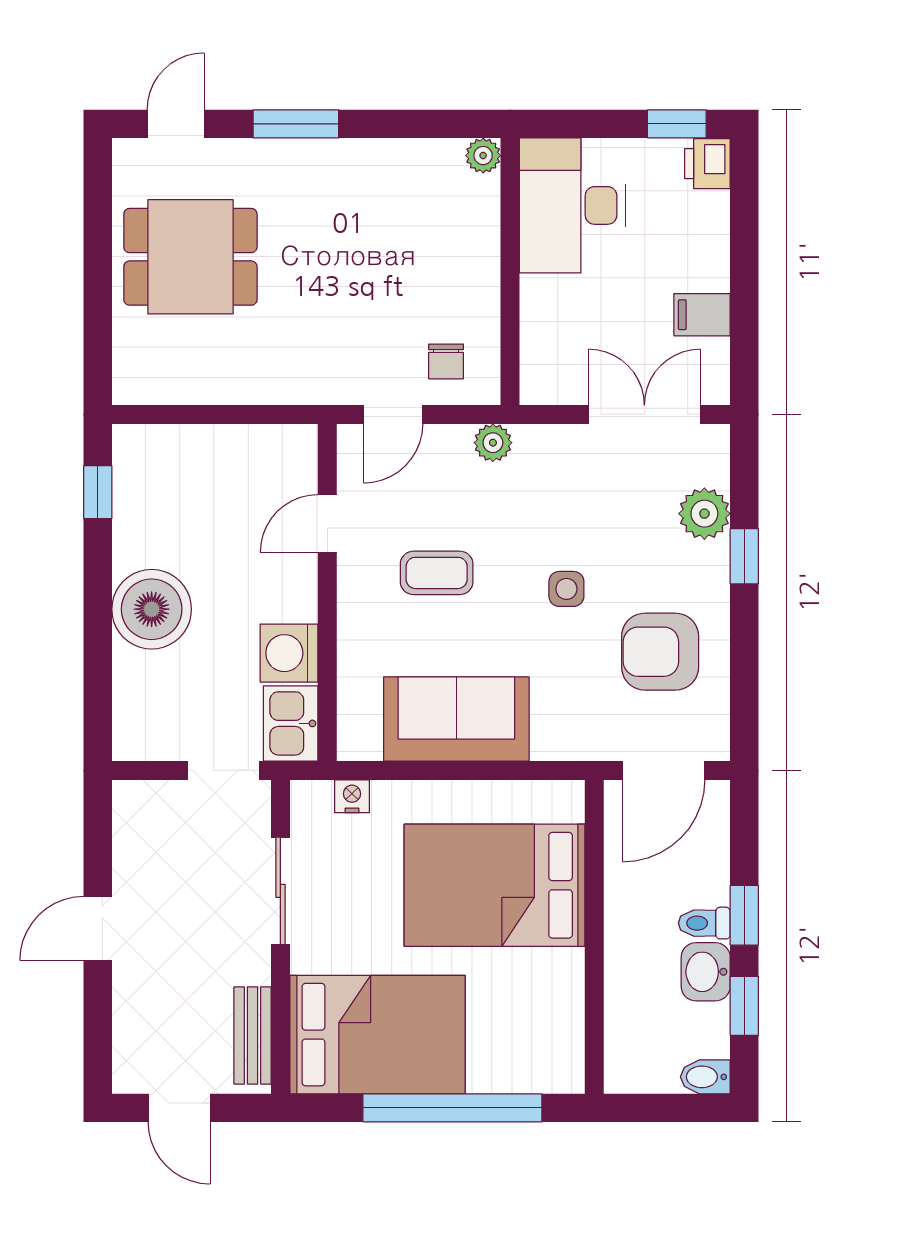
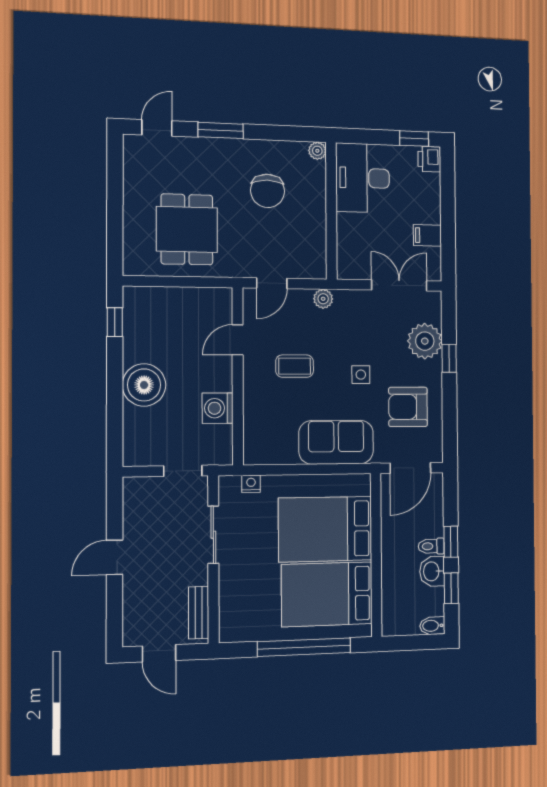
dining table: (190, 257) -> (187, 229), moved, turned 90
chair: (446, 361) -> (268, 191), moved, width x1.87, depth x1.87
plant: (704, 514) -> (425, 341), width x1.36, depth x1.36
sofa: (456, 719) -> (336, 442), moved
kitchen sink: (291, 723) -> (219, 445), removed
bed: (378, 1035) -> (327, 594), moved, turned 180

